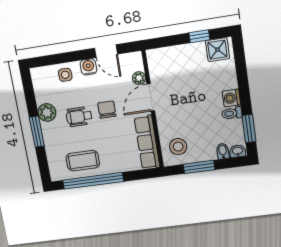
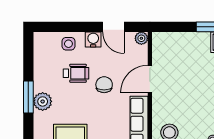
plant: (139, 78) -> (141, 38), moved
plant: (47, 113) -> (43, 101), moved
wheelchair: (79, 117) -> (76, 73), moved, turned 180

